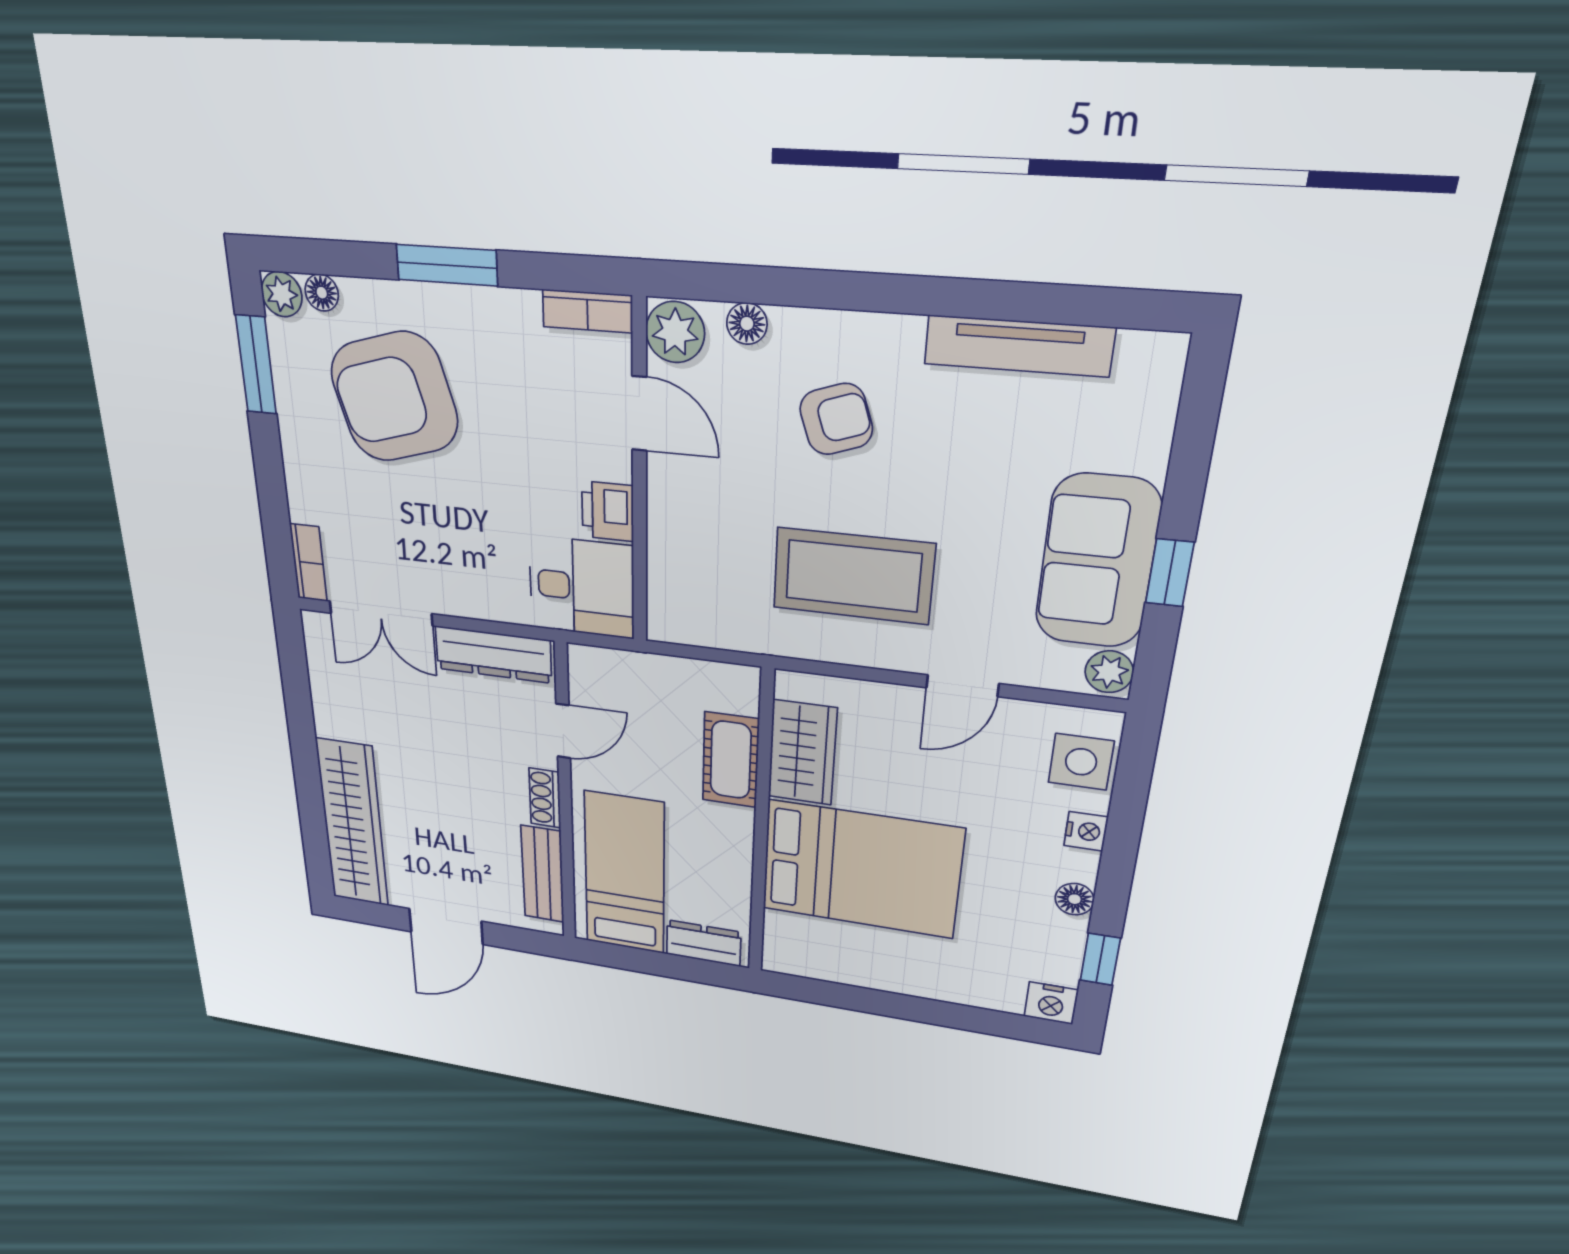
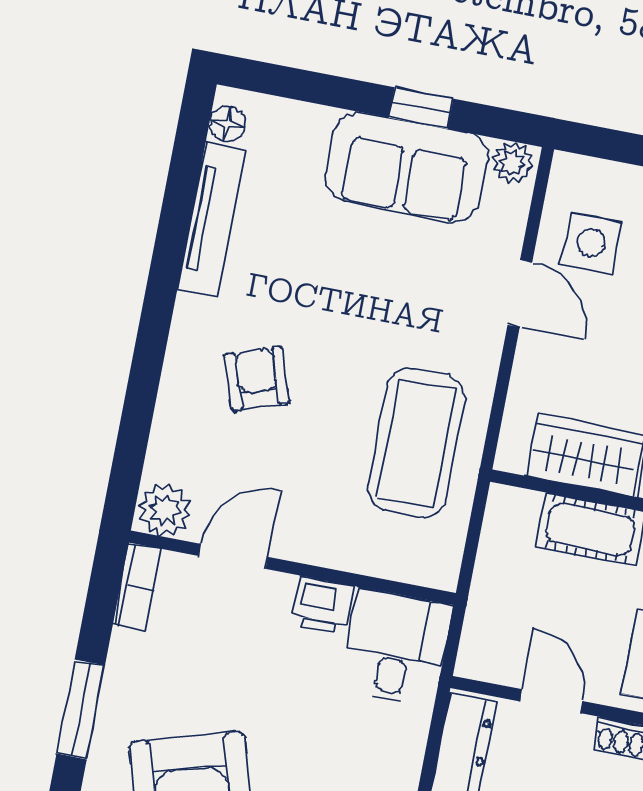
floor lamp: (747, 324) -> (227, 124), moved
coffee table: (853, 576) -> (416, 443), moved
side table: (1081, 762) -> (591, 243), moved

